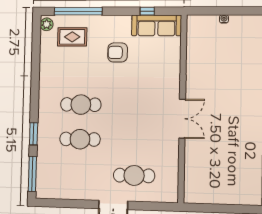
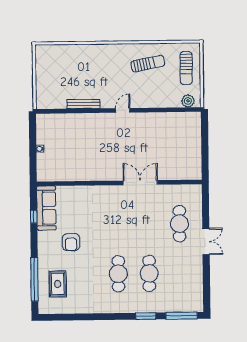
plant: (47, 24) -> (47, 308), removed
double door: (182, 119) -> (140, 183), moved

